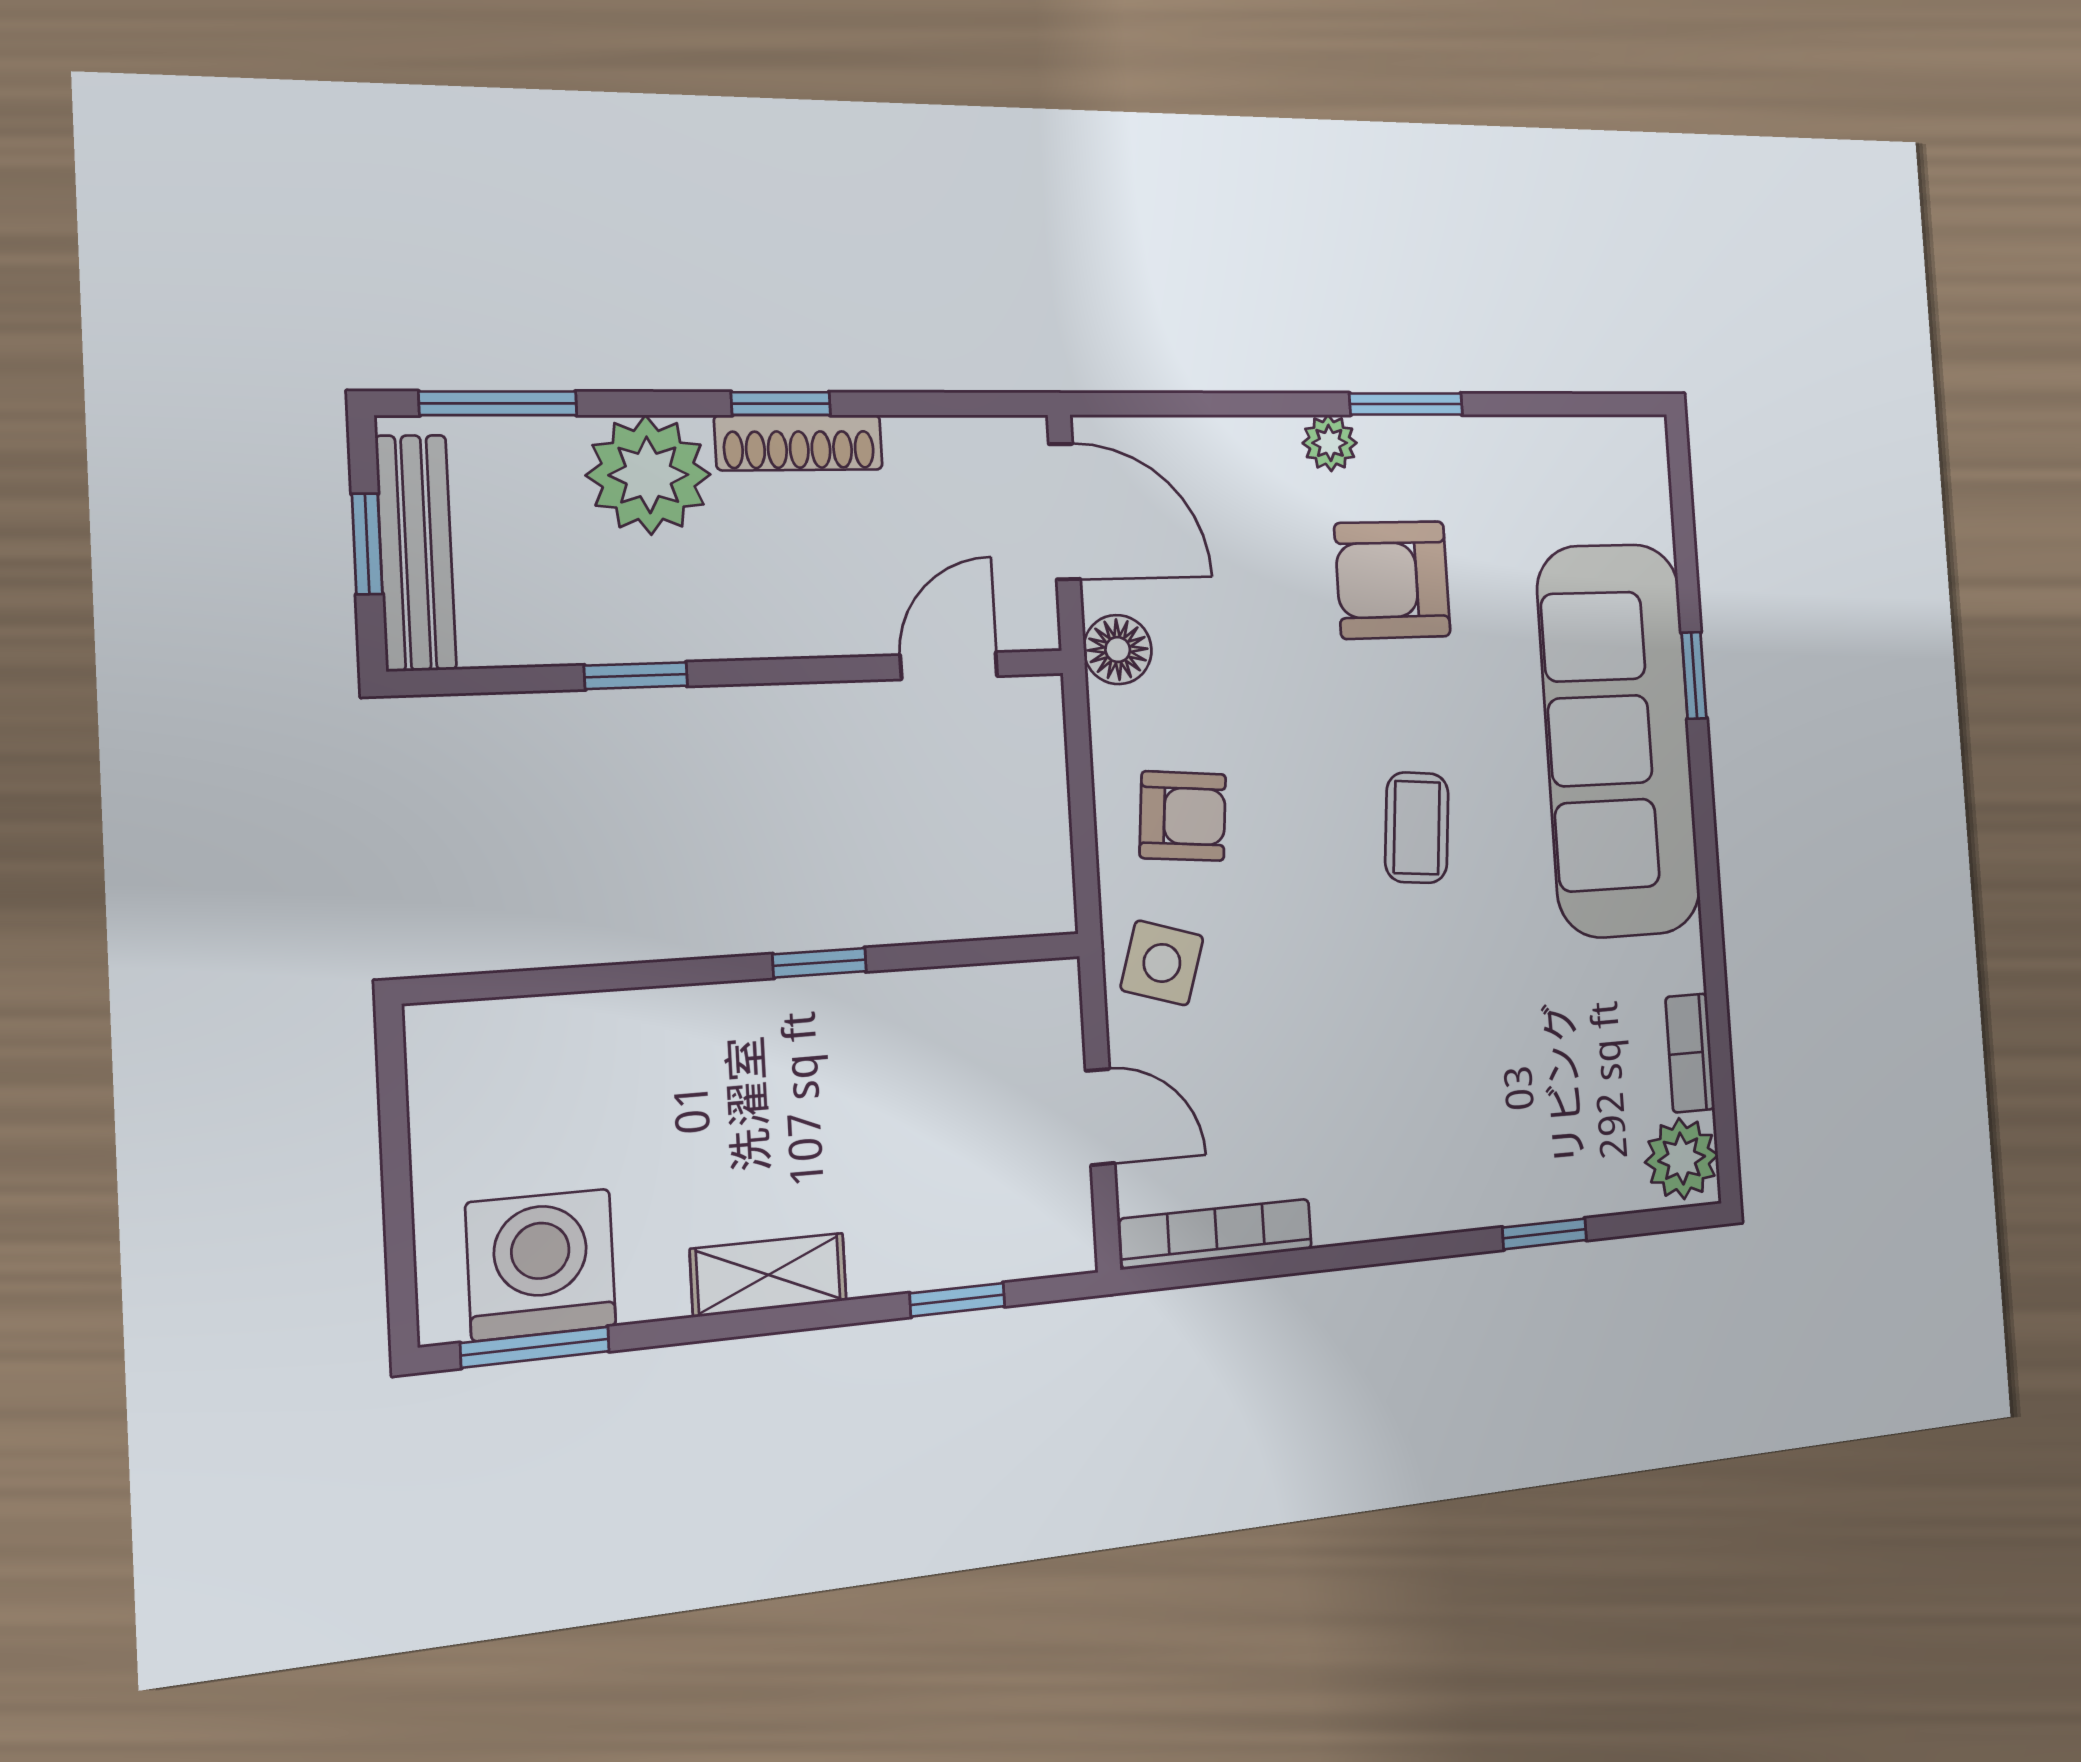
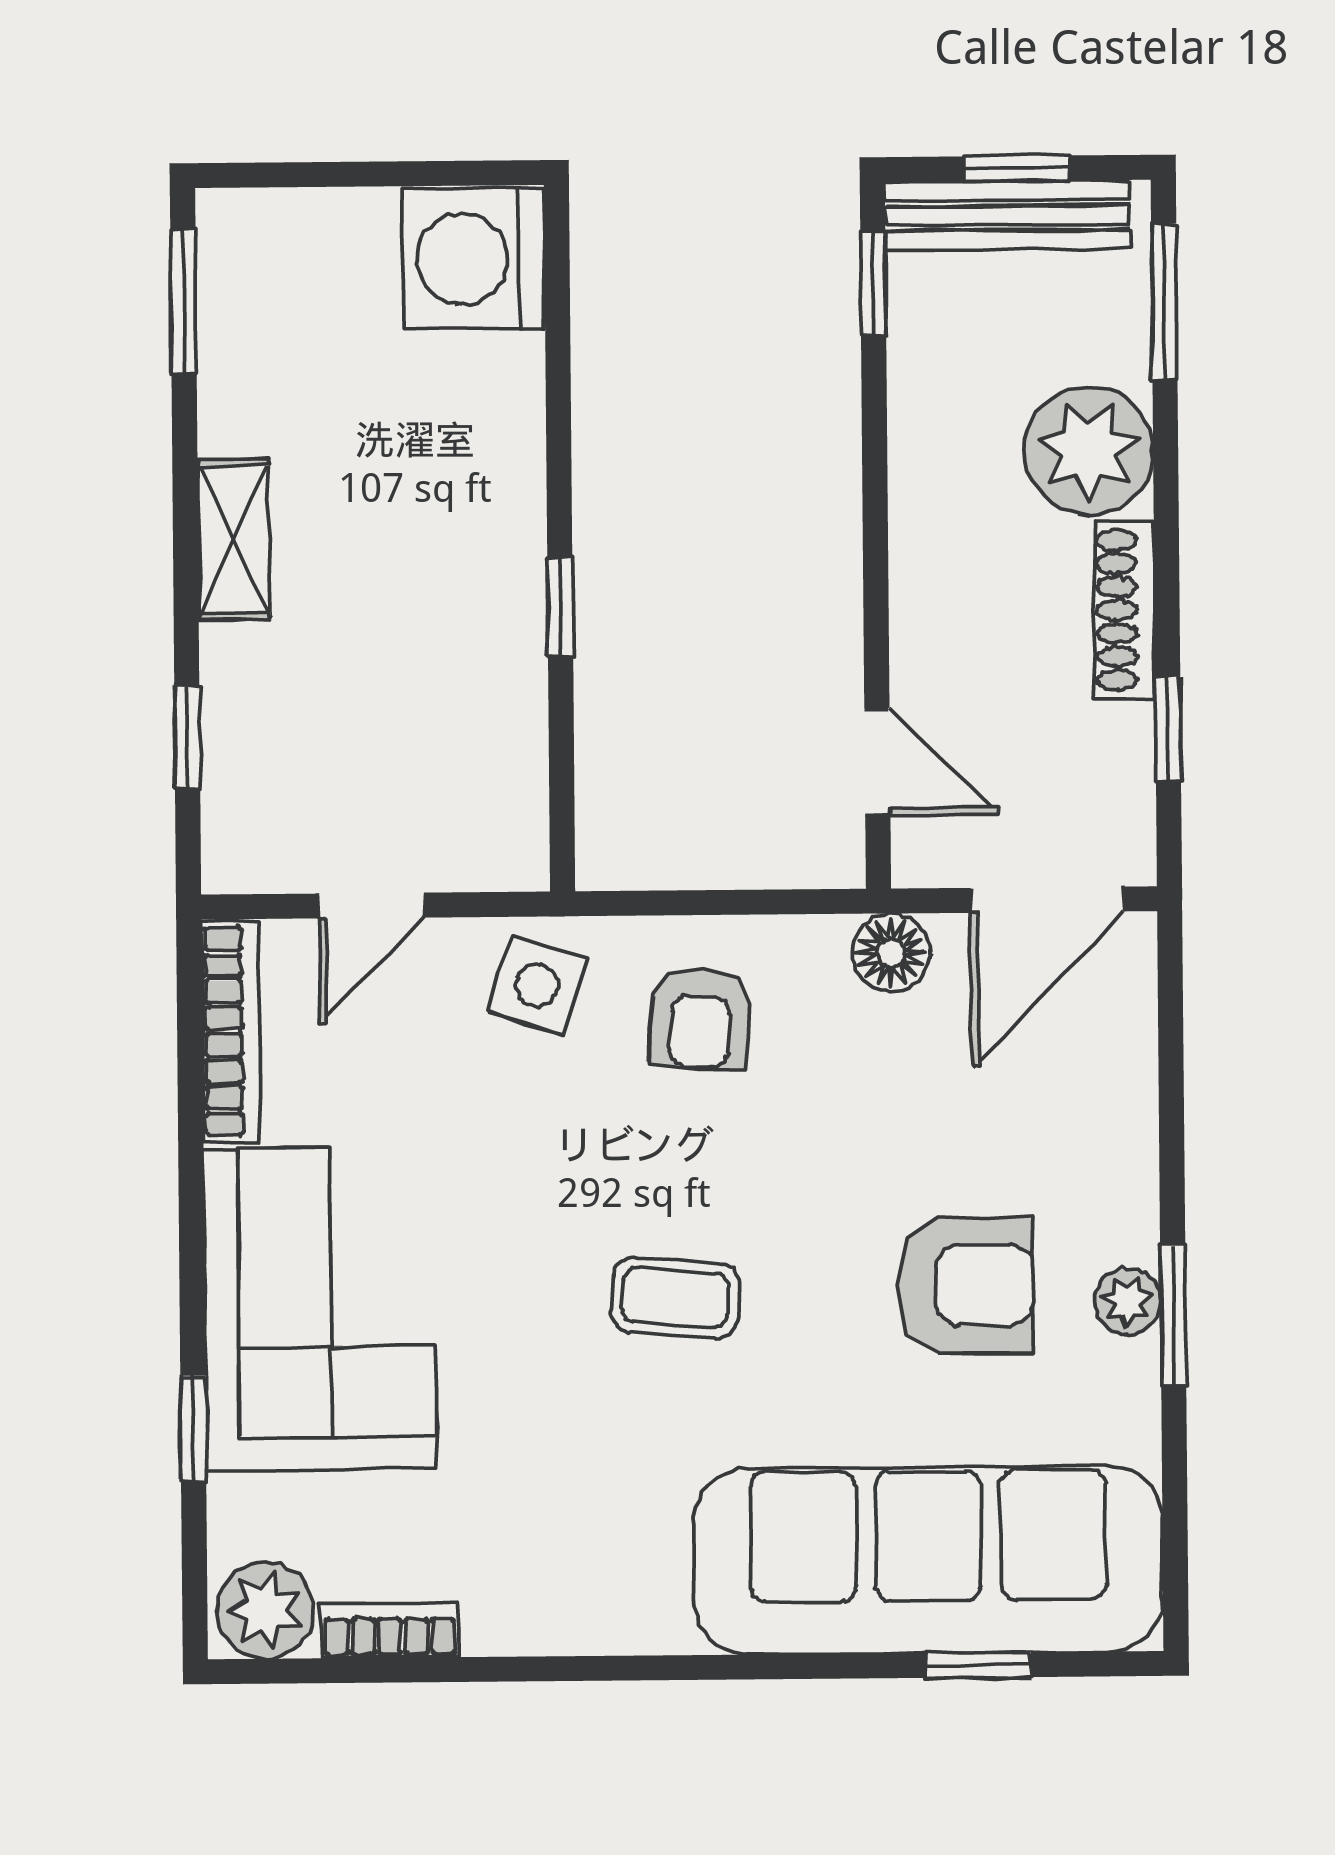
window: (781, 404) -> (1168, 729), moved
plant: (1330, 443) -> (1127, 1301), moved
armchair: (1393, 580) -> (966, 1285), turned 90
window: (1694, 675) -> (978, 1665), moved
window: (636, 676) -> (873, 284), moved
sofa: (1619, 740) -> (928, 1560), moved
corner sofa: (1443, 1134) -> (319, 1308), added
washing machine: (541, 1265) -> (474, 259), moved, turned 180

